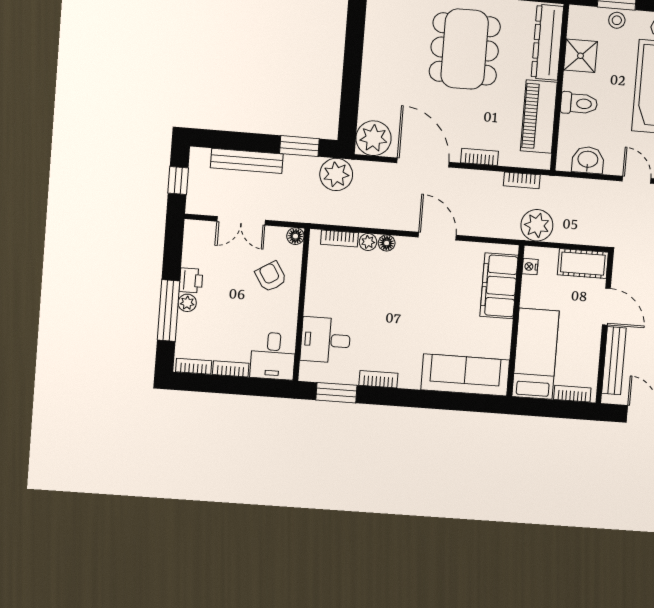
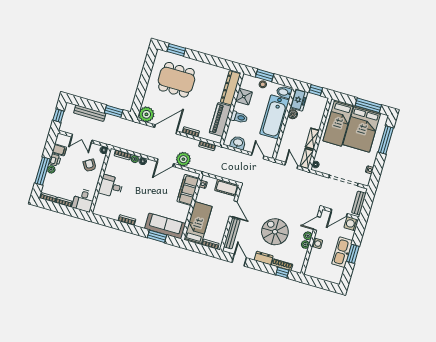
dining table: (465, 49) -> (176, 80), moved, turned 90
door: (423, 162) -> (166, 129), hinge flipped
plant: (336, 174) -> (127, 127), removed
plant: (537, 225) -> (183, 159), moved
door: (437, 236) -> (165, 163), swing flipped
filing cabinet: (196, 256) -> (59, 150), added
desk: (326, 340) -> (111, 186), moved
window: (336, 393) -> (157, 236), moved

